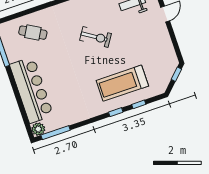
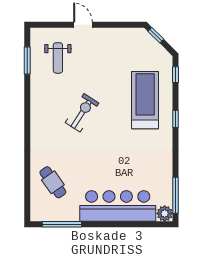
cafe table: (33, 33) -> (53, 182), turned -65
treadmill: (122, 83) -> (145, 100), turned 180
window: (139, 104) -> (175, 75), moved

